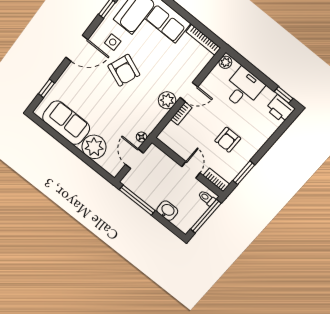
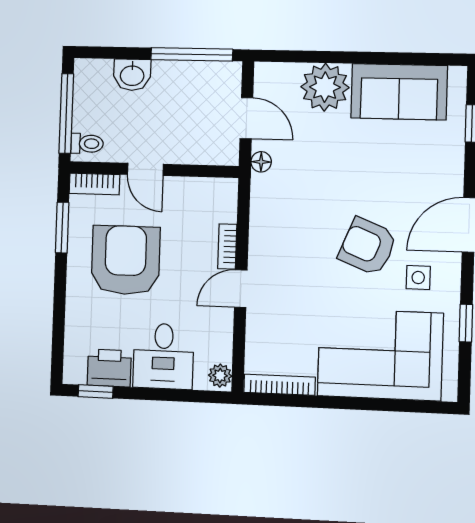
plant: (167, 100) -> (265, 250), removed
printer: (280, 109) -> (109, 368), moved
armchair: (228, 140) -> (126, 260), width x1.88, depth x1.88

